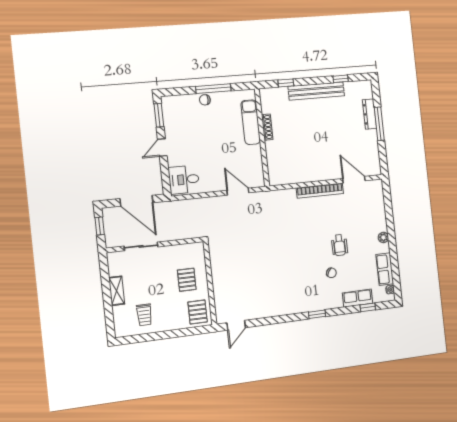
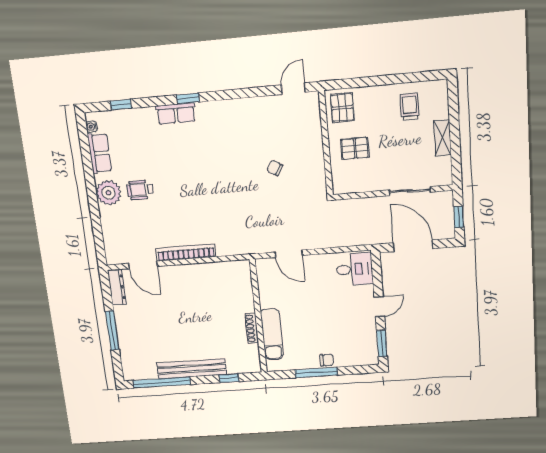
window: (341, 79) -> (162, 382), width x3.17
dresser: (370, 114) -> (117, 287), moved
plant: (383, 237) -> (108, 193), width x1.88, depth x1.88
wheelchair: (339, 245) -> (140, 190), moved, turned -90
chair: (331, 273) -> (275, 168), moved
pallet: (187, 280) -> (355, 148), turned 90
row of seats: (358, 298) -> (176, 113), moved

